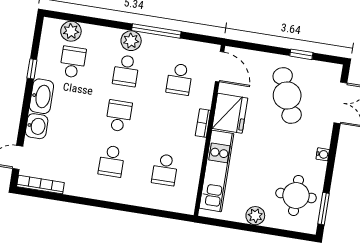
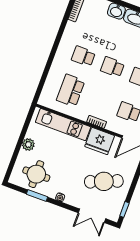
window: (301, 54) -> (124, 209), moved
school desk: (119, 116) -> (112, 67), turned 180
school desk: (165, 170) -> (71, 91), width x1.85
window: (324, 209) -> (37, 195), moved

